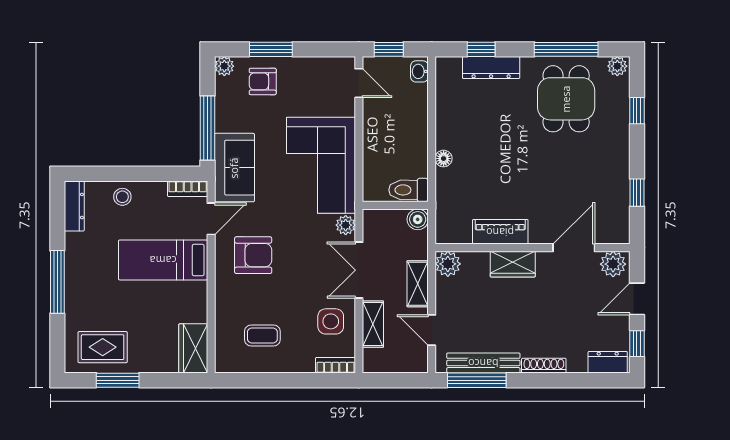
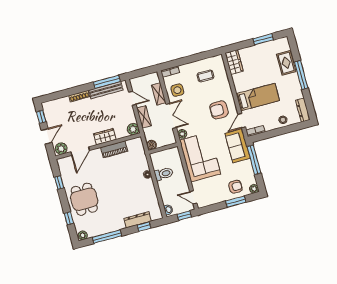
dining table: (566, 99) -> (84, 199), moved
toilet: (408, 190) -> (164, 174), moved
rug: (103, 347) -> (286, 63), moved, turned 90
dresser: (608, 362) -> (52, 105), removed

